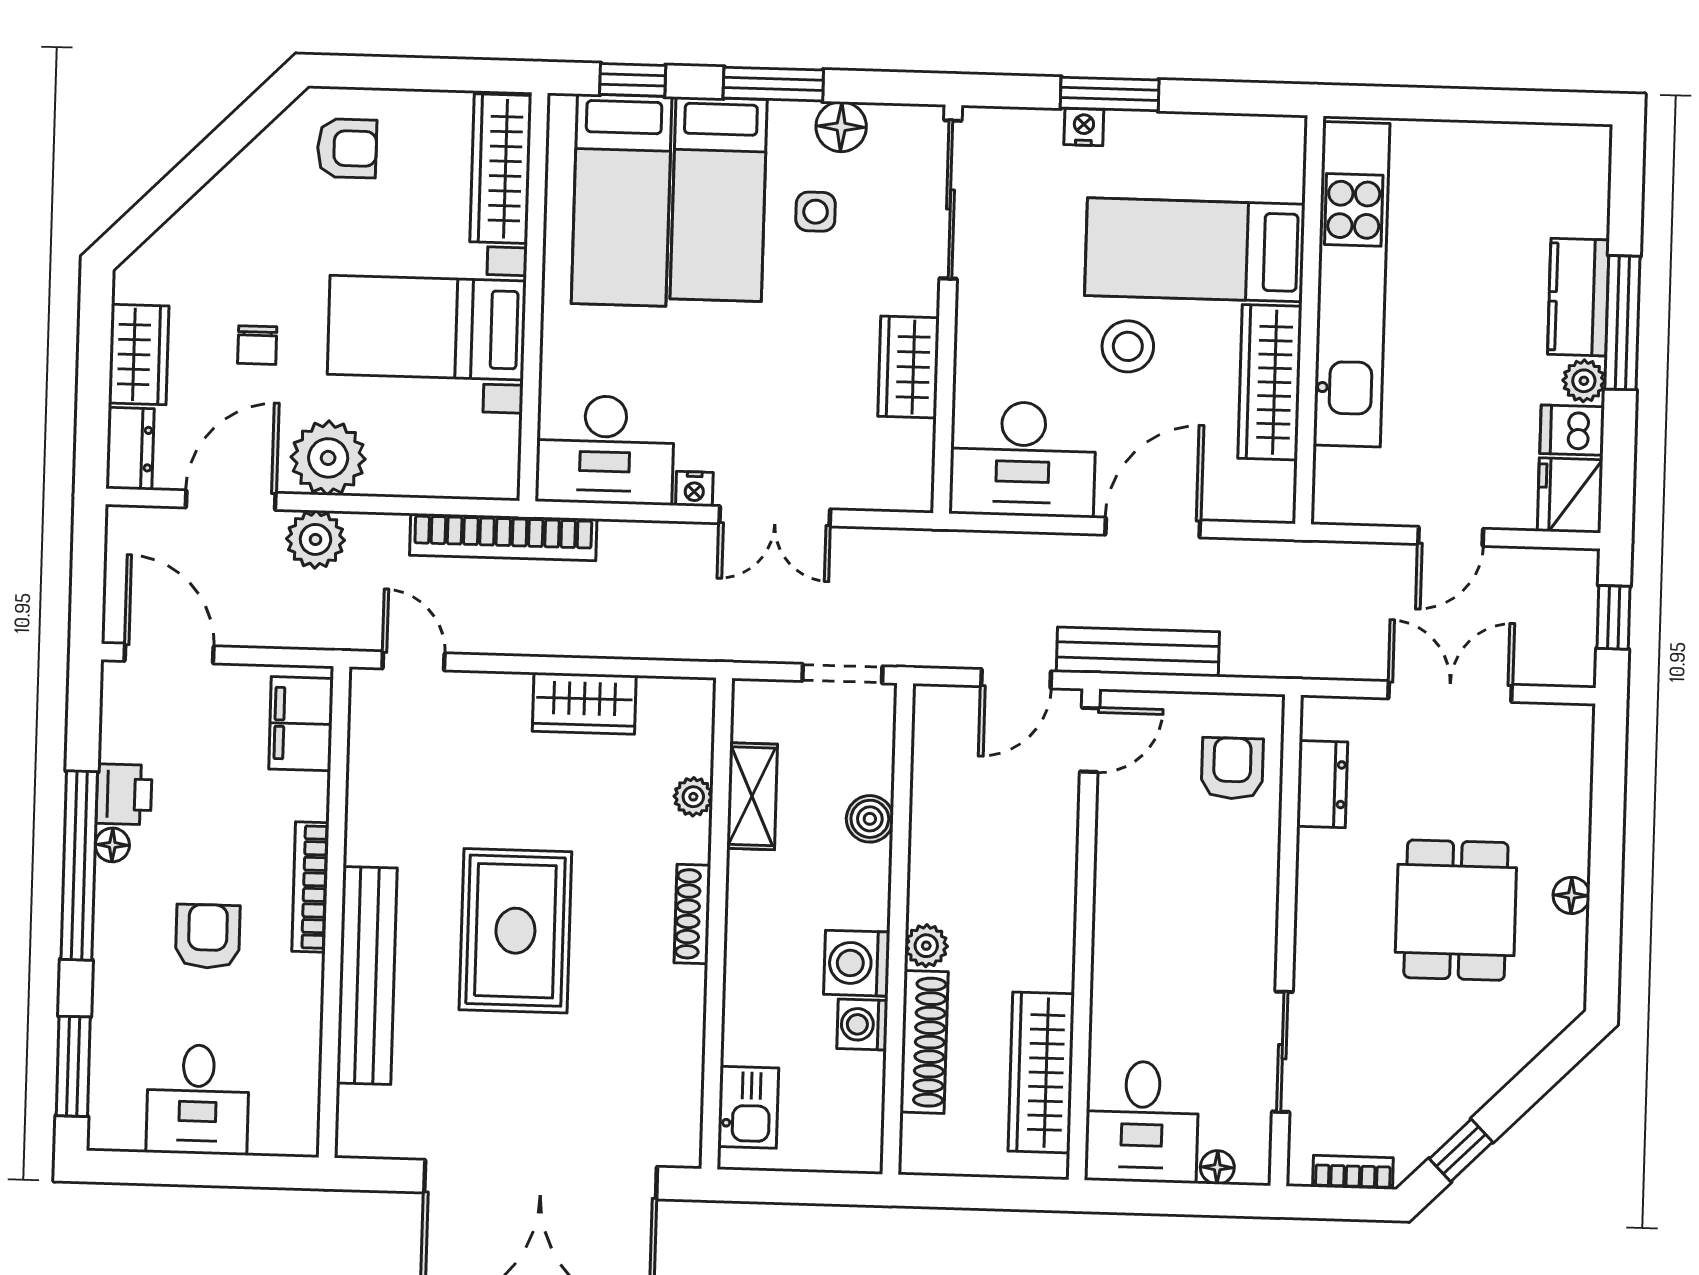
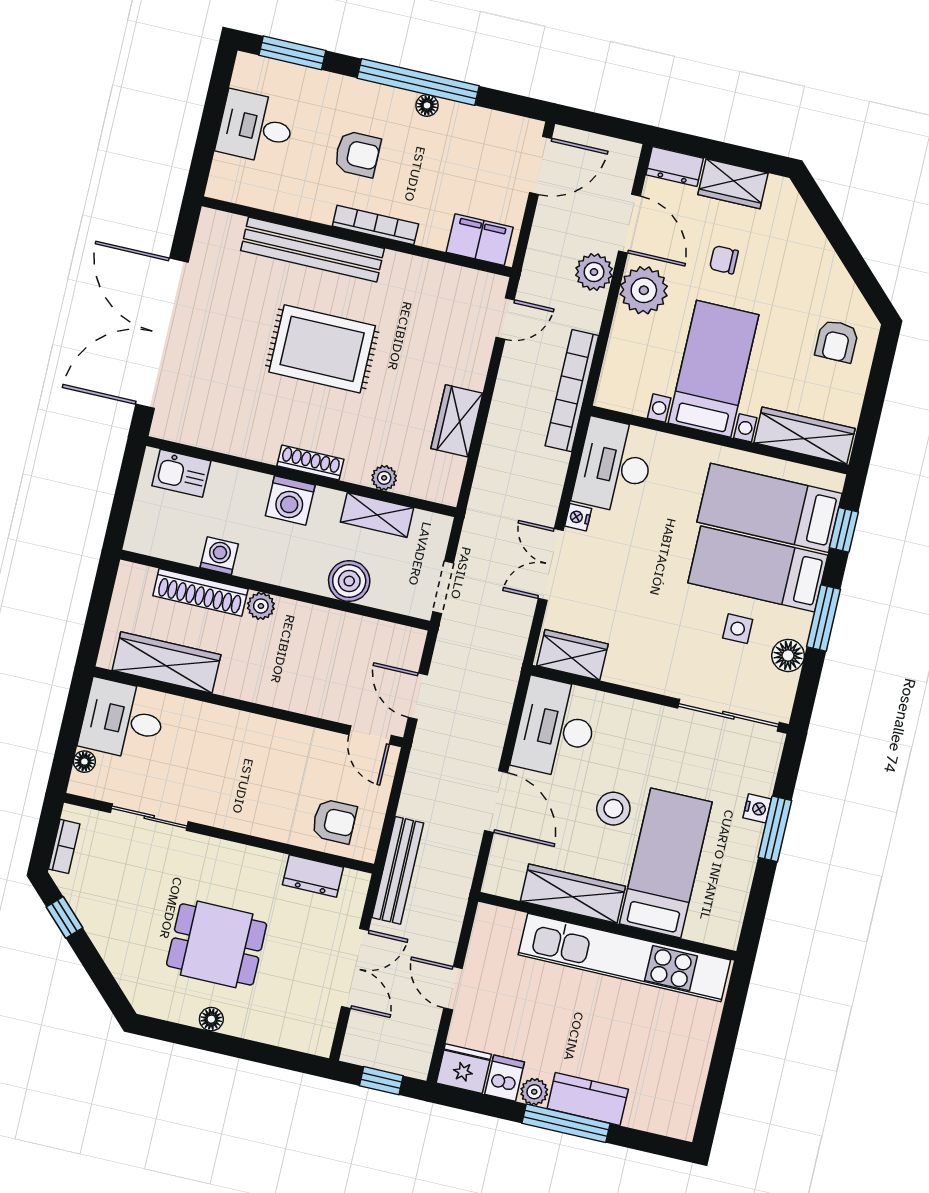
wardrobe: (909, 367) -> (572, 655), moved
bench: (1138, 652) -> (398, 870), moved
printer: (124, 794) -> (457, 119), removed
boiler: (870, 819) -> (349, 581), width x1.36, depth x1.36
washing machine: (857, 963) -> (290, 500), moved, turned 180

